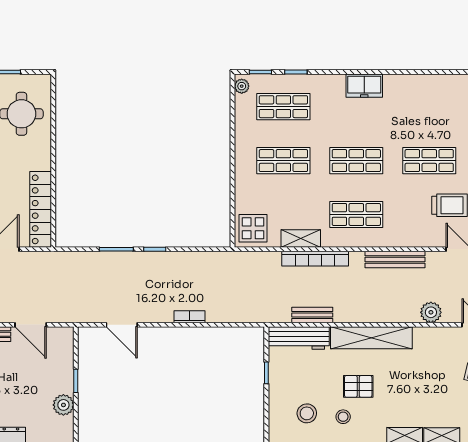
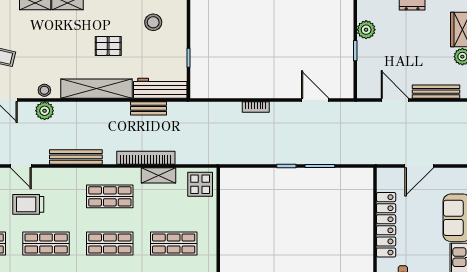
locker: (41, 209) -> (386, 225), moved
stool: (343, 417) -> (44, 90), moved

